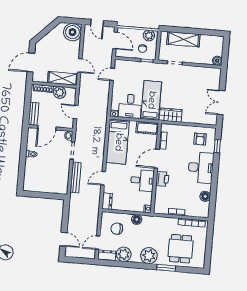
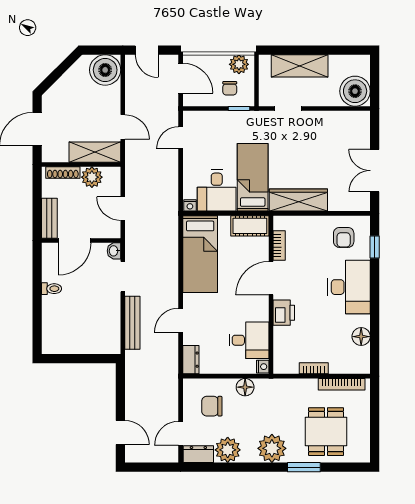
boiler: (217, 61) -> (355, 91), width x1.86, depth x1.86
wardrobe: (171, 115) -> (298, 200), width x1.50
desk: (142, 180) -> (249, 340), moved

